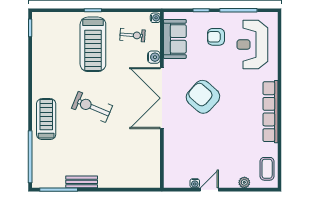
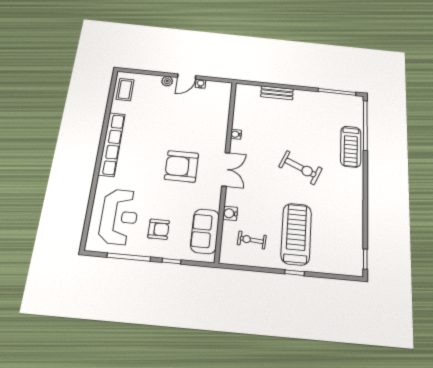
water cooler: (155, 18) -> (236, 134), moved
armchair: (203, 97) -> (182, 166), turned 138
double door: (162, 98) -> (226, 169), width x0.54
treadmill: (46, 119) -> (351, 147), moved
bench: (82, 182) -> (277, 93), moved
plant: (244, 182) -> (167, 81), moved

